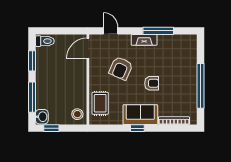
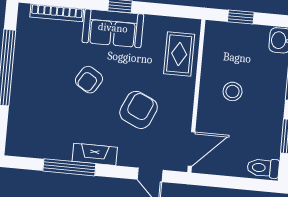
armchair: (152, 83) -> (89, 80), turned -58
stool: (77, 114) -> (233, 91), moved
window: (51, 128) -> (241, 17), moved

